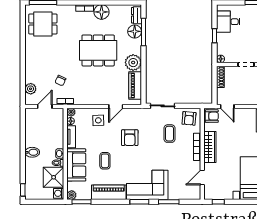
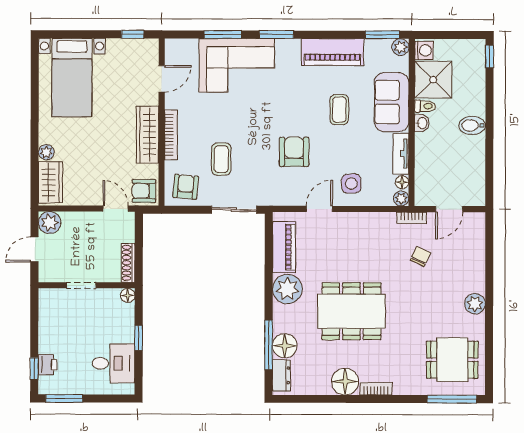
plant: (31, 89) -> (475, 304), moved
corner sofa: (147, 185) -> (237, 65), moved

